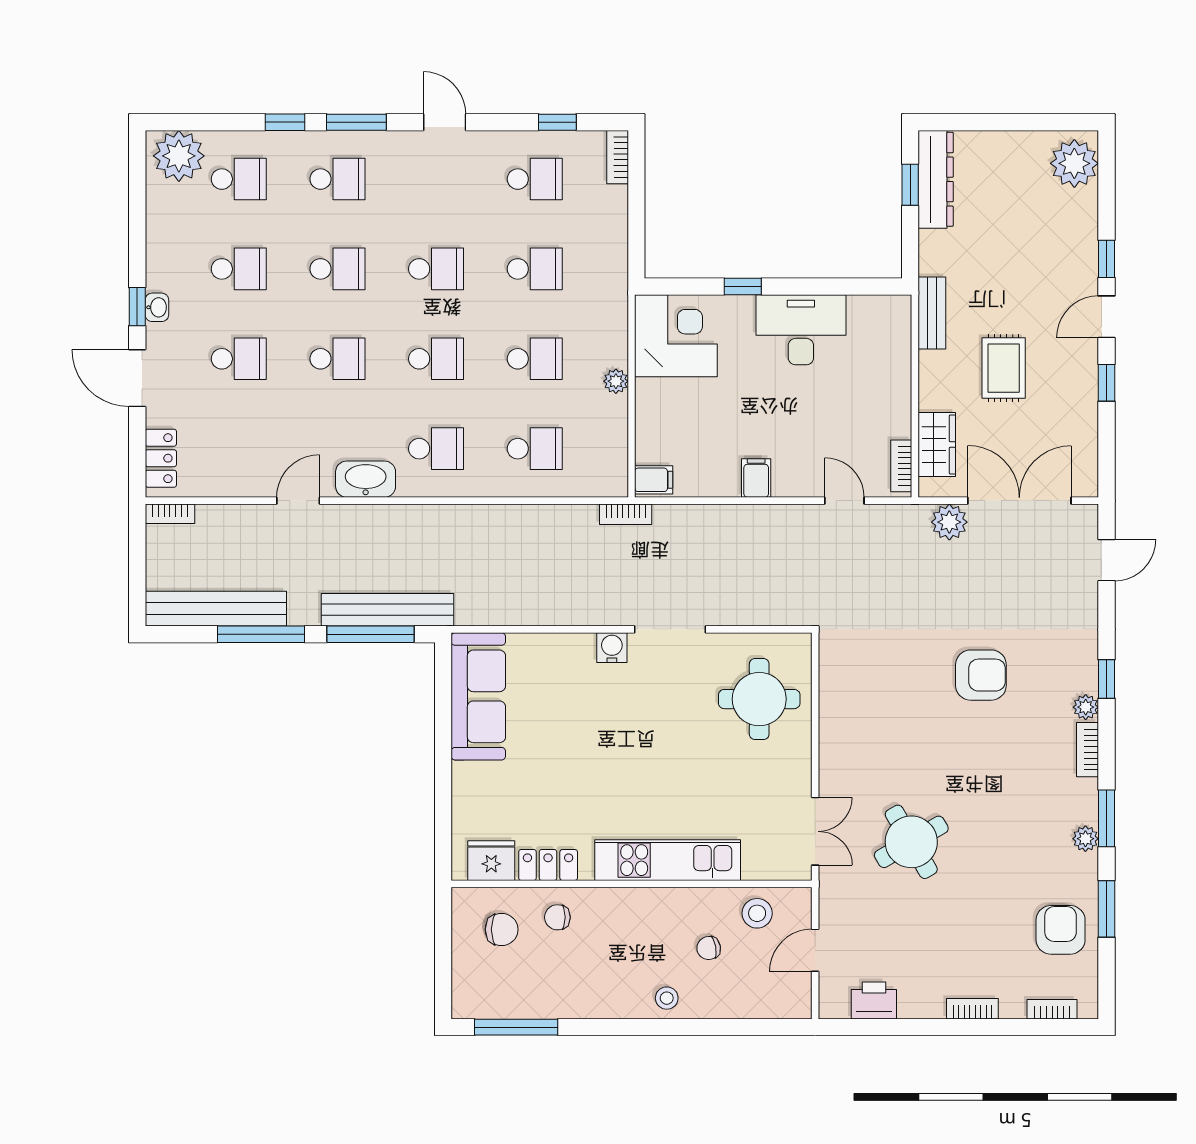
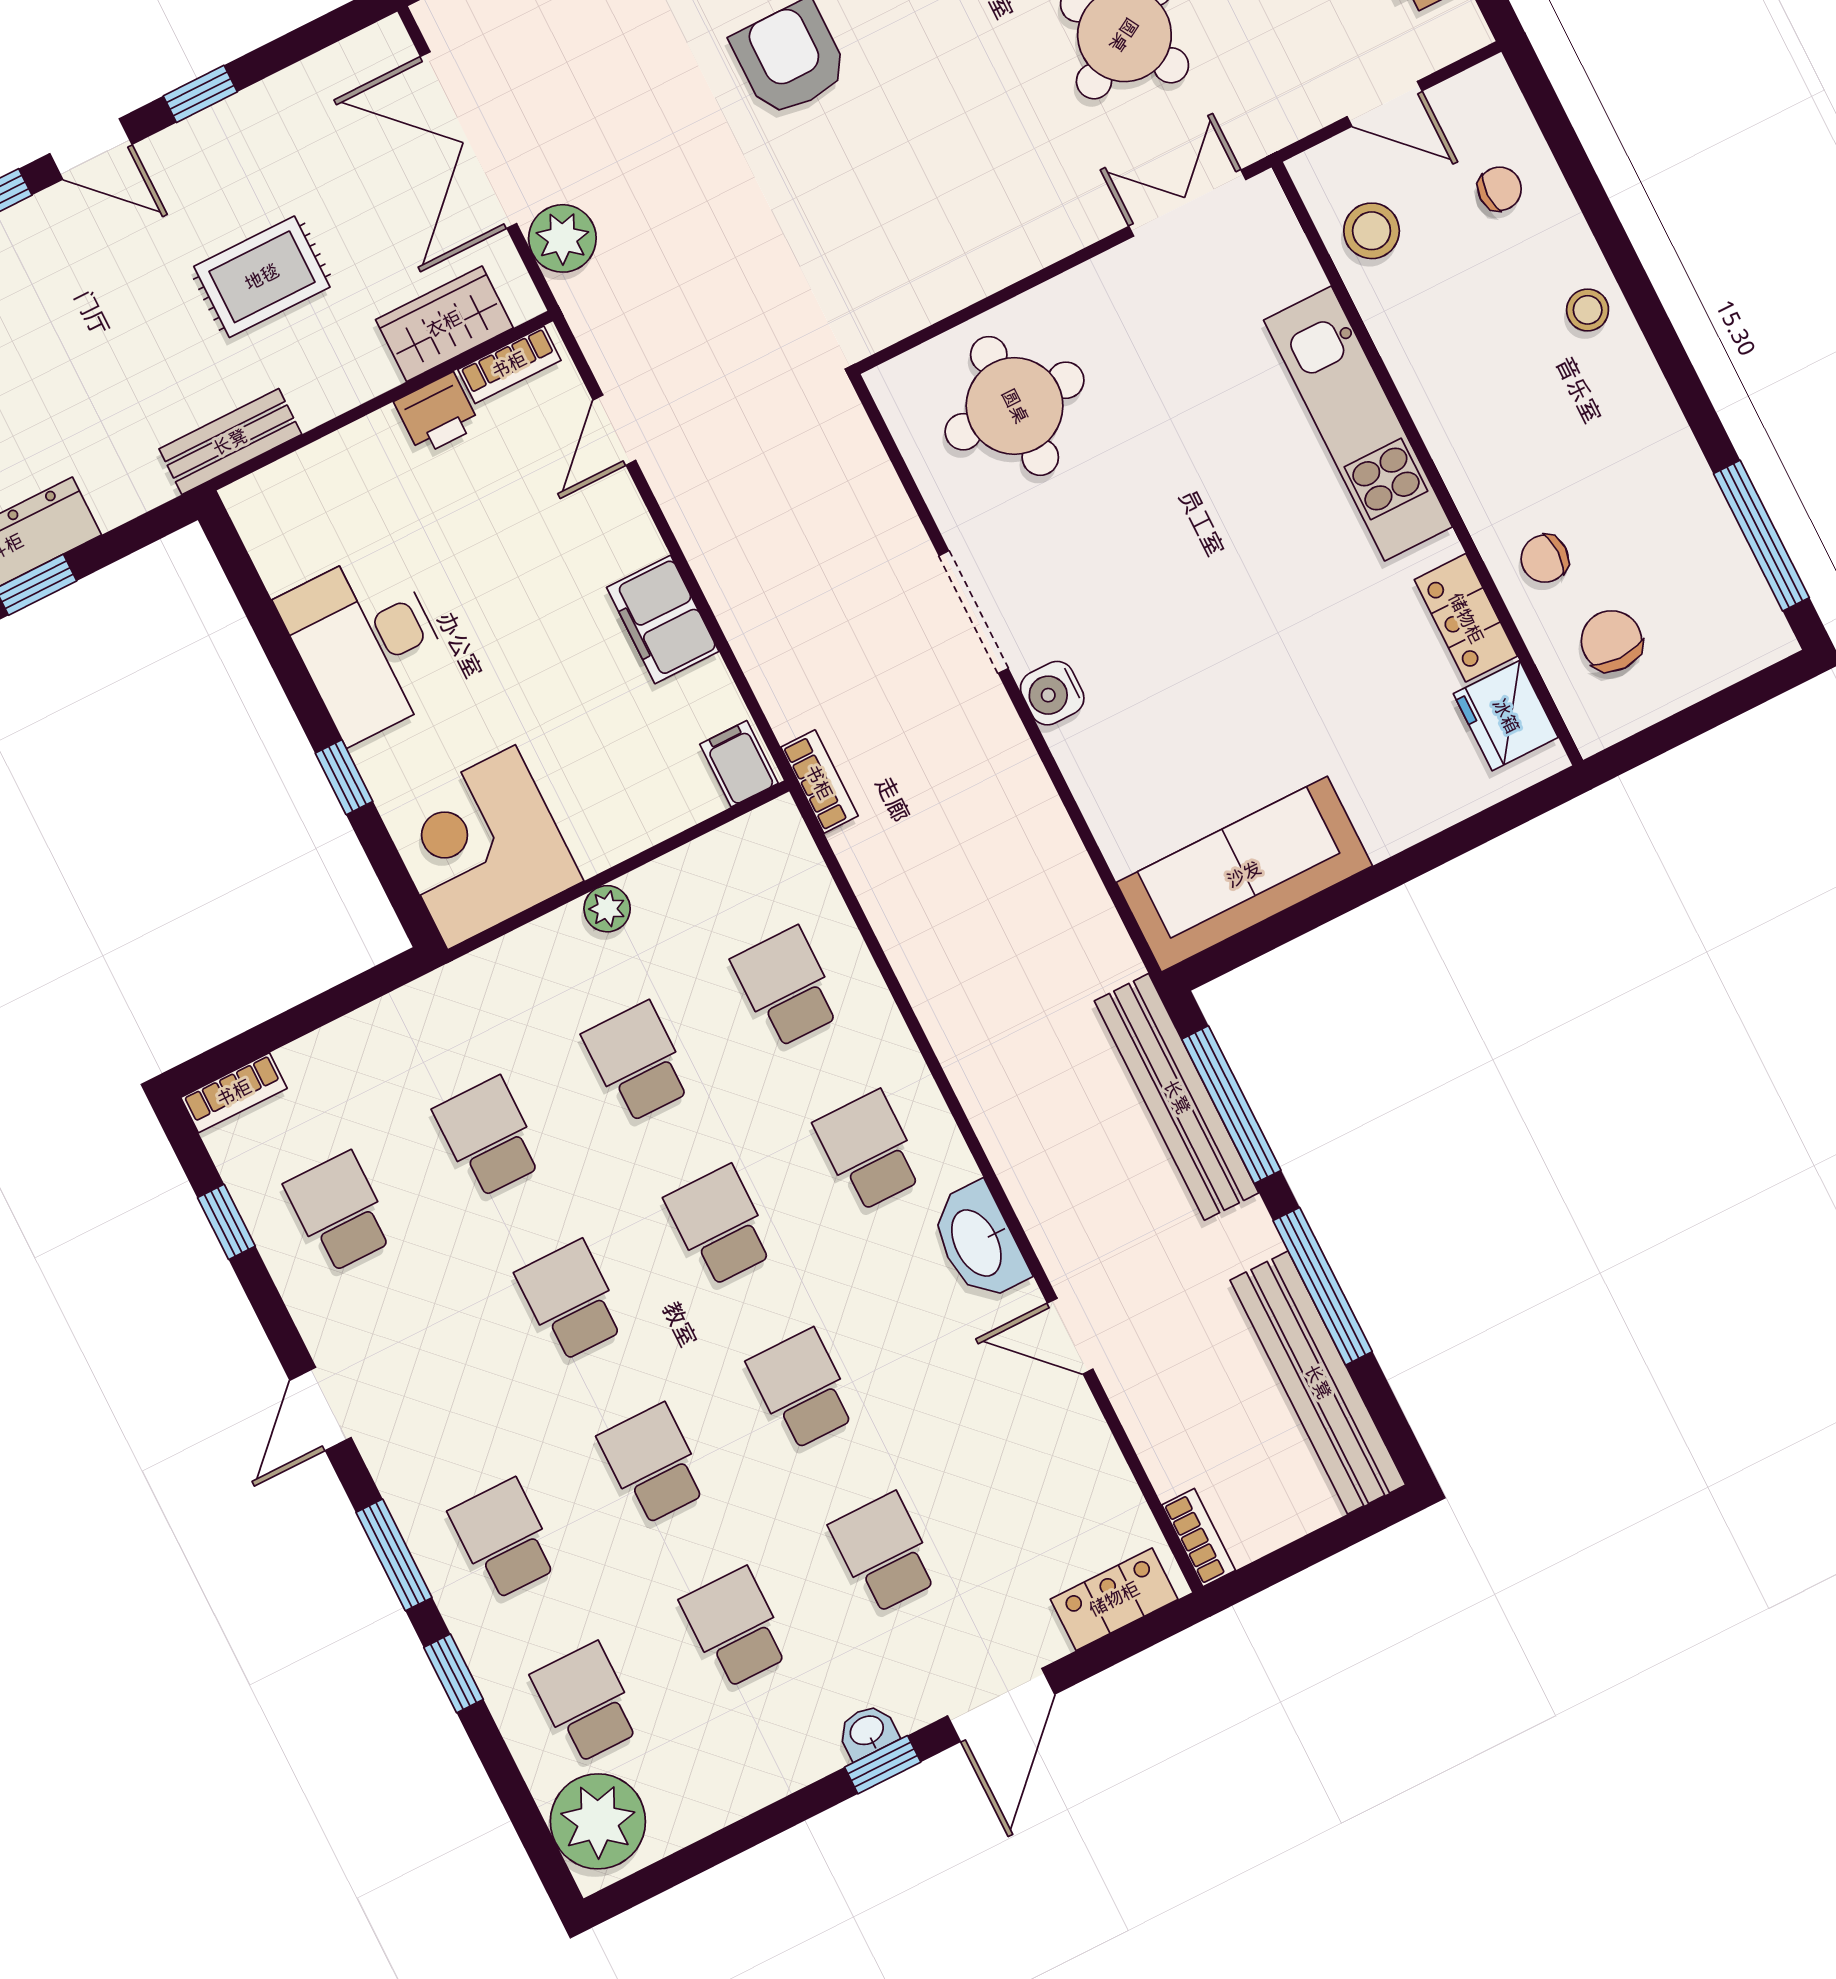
printer: (895, 419) -> (437, 414), added
filing cabinet: (756, 478) -> (663, 619), width x2.00
chair: (557, 917) -> (1545, 559), turned 90
chair: (709, 948) -> (1500, 189), moved, turned -79

